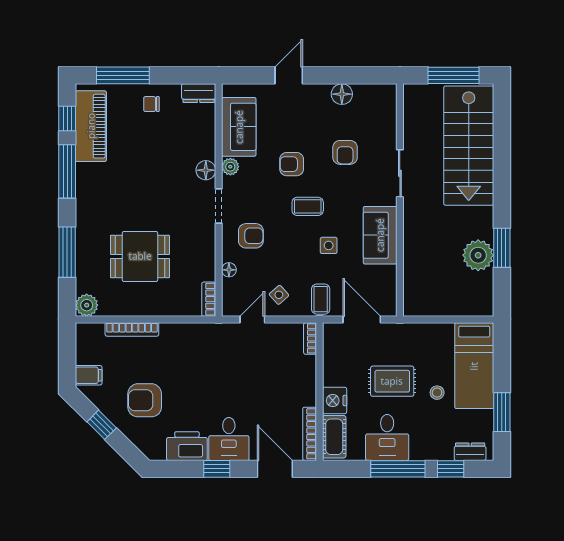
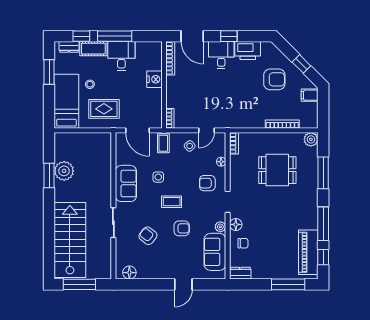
floor lamp: (342, 94) -> (129, 273), moved
chair: (151, 104) -> (243, 243), moved
armchair: (345, 152) -> (148, 236), turned -52
rug: (392, 381) -> (104, 109), moved
cot: (334, 437) -> (93, 49), moved, turned 90

